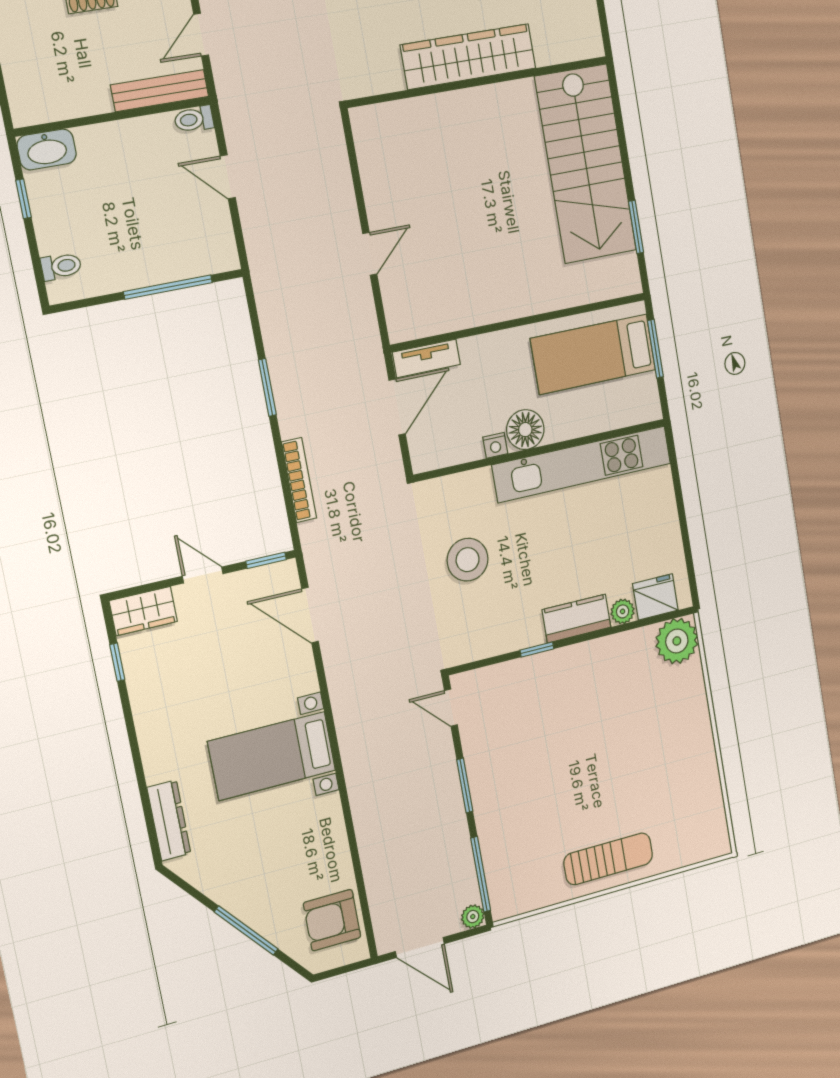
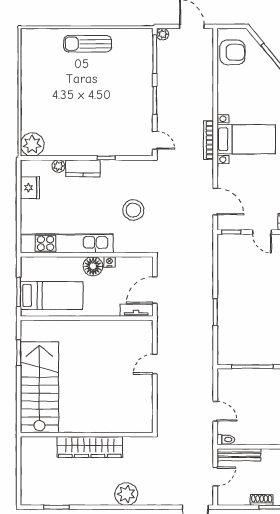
bookcase: (299, 480) -> (208, 140), moved
fridge: (655, 597) -> (30, 188), moved, turned -90

